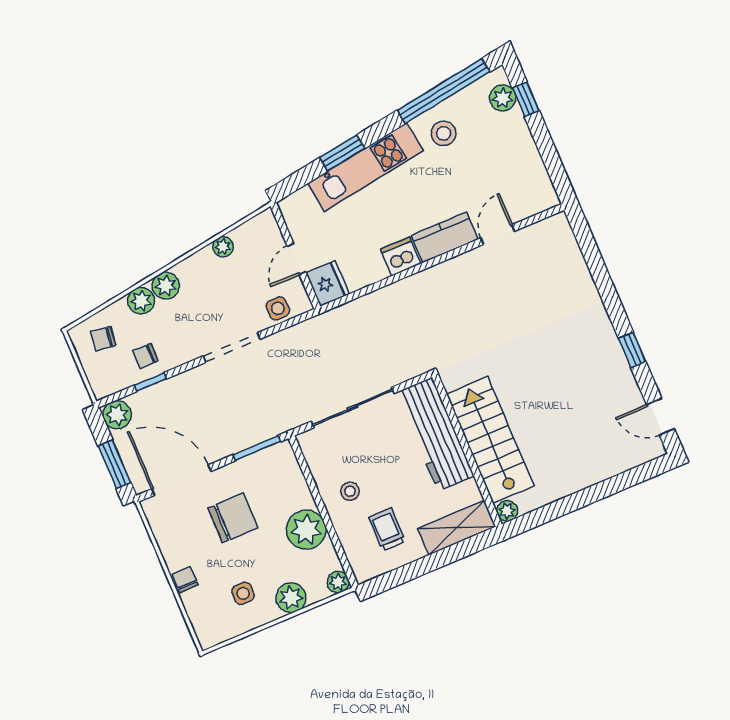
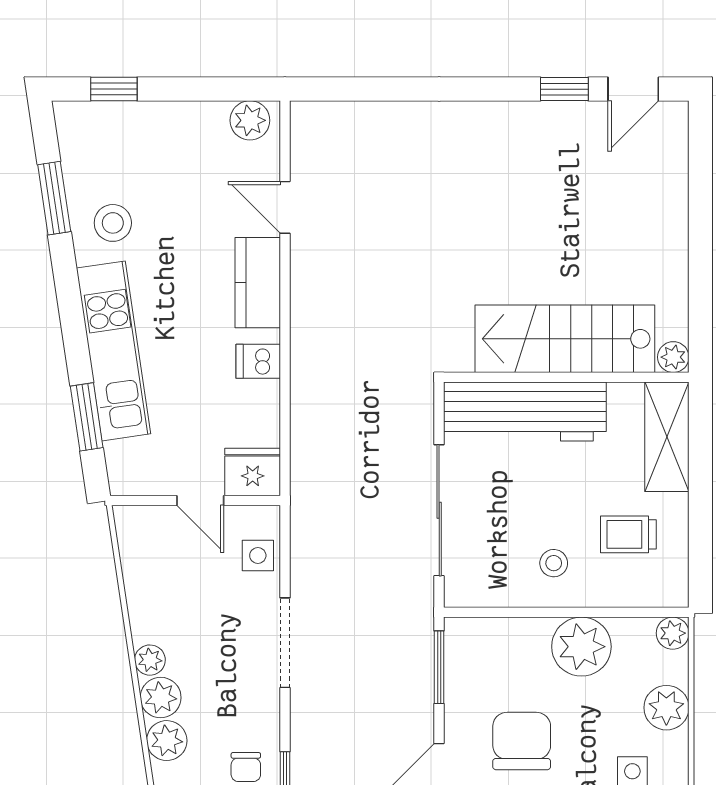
window: (444, 91) -> (54, 198), width x0.47
plant: (503, 98) -> (250, 120), moved
window: (342, 153) -> (87, 417), moved
plant: (223, 247) -> (150, 660), moved
dishwasher: (401, 256) -> (258, 361), width x0.73
window: (632, 350) -> (564, 89), moved

